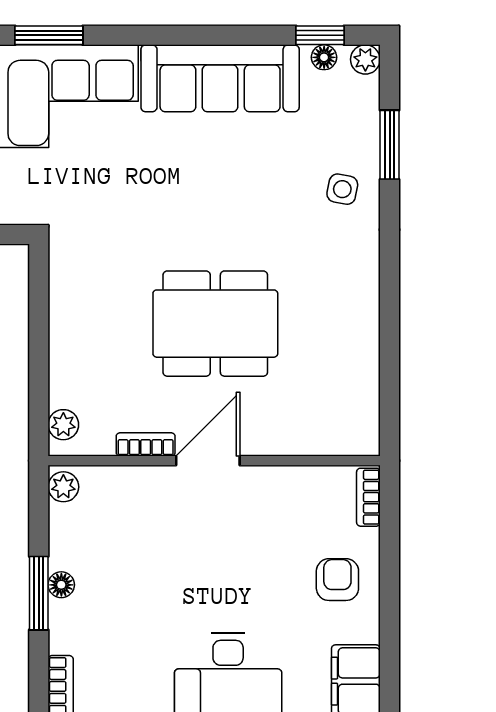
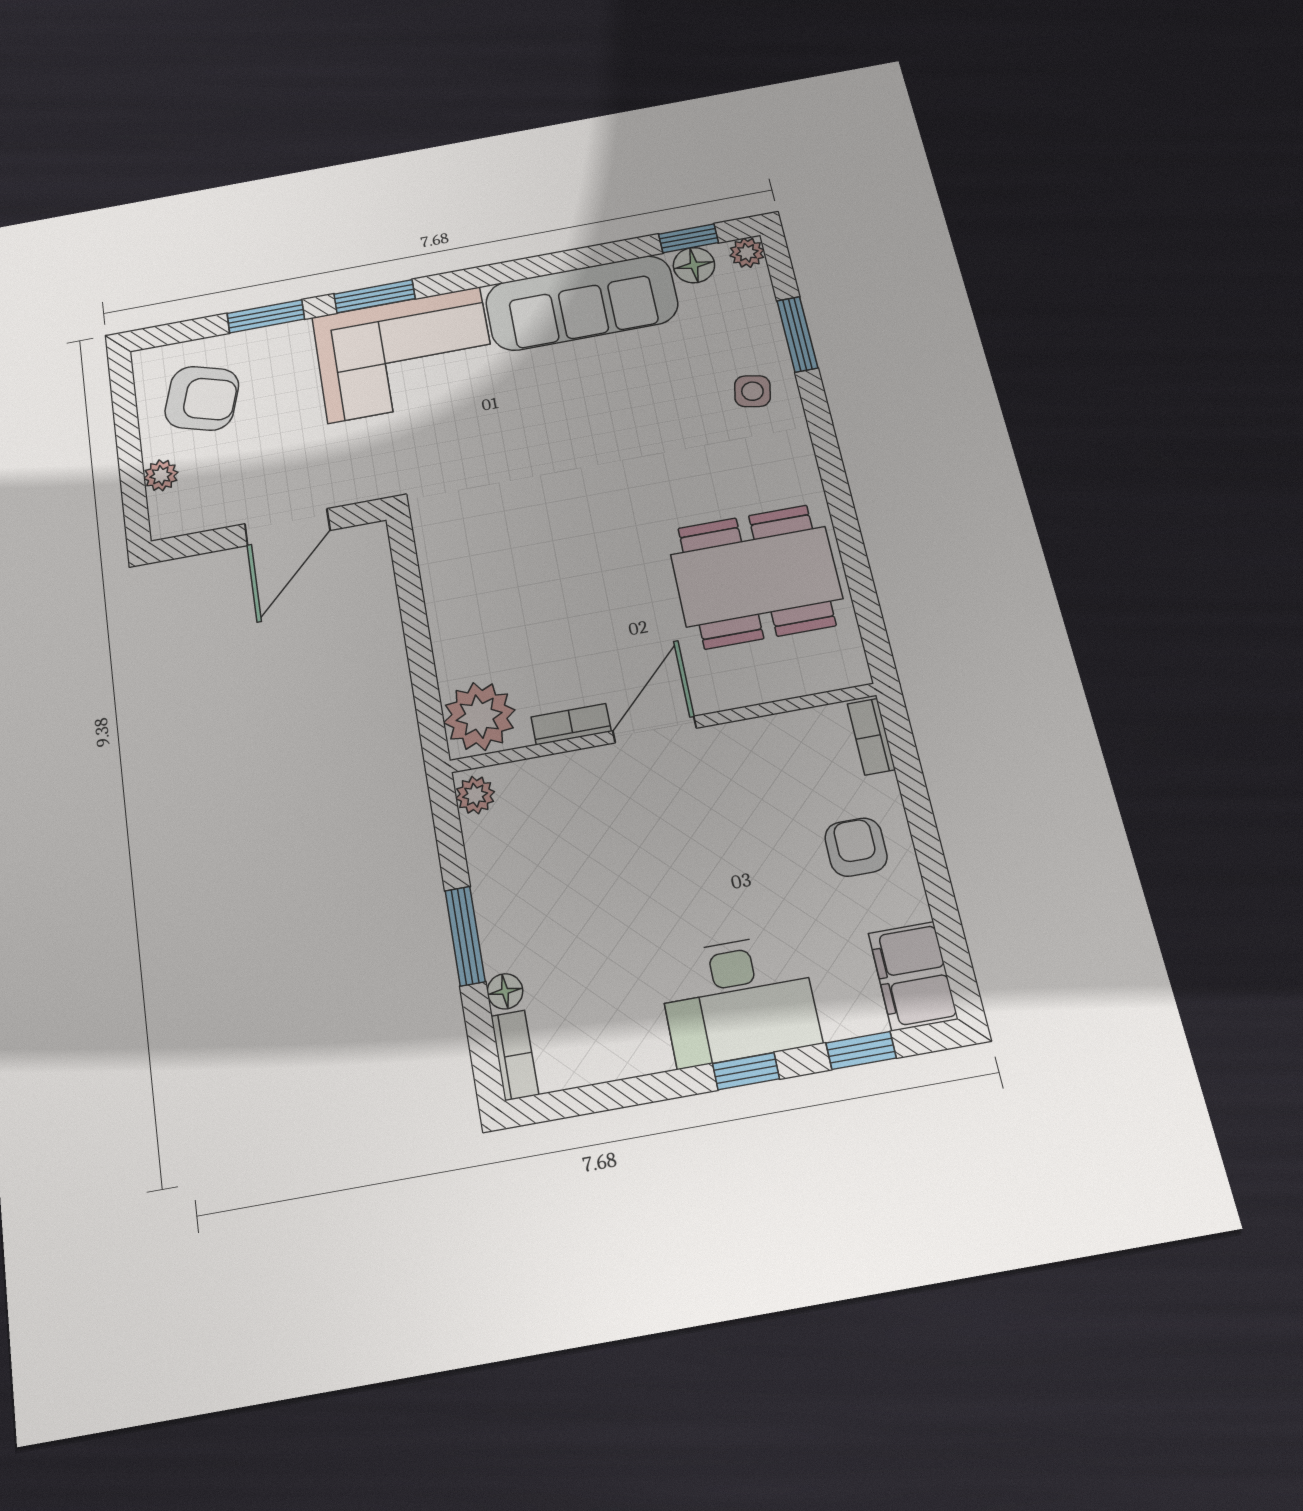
floor lamp: (324, 57) -> (694, 265), width x1.37, depth x1.37
dining table: (215, 324) -> (756, 576), moved
plant: (63, 425) -> (479, 716), width x1.87, depth x1.87
floor lamp: (61, 585) -> (505, 991), moved

